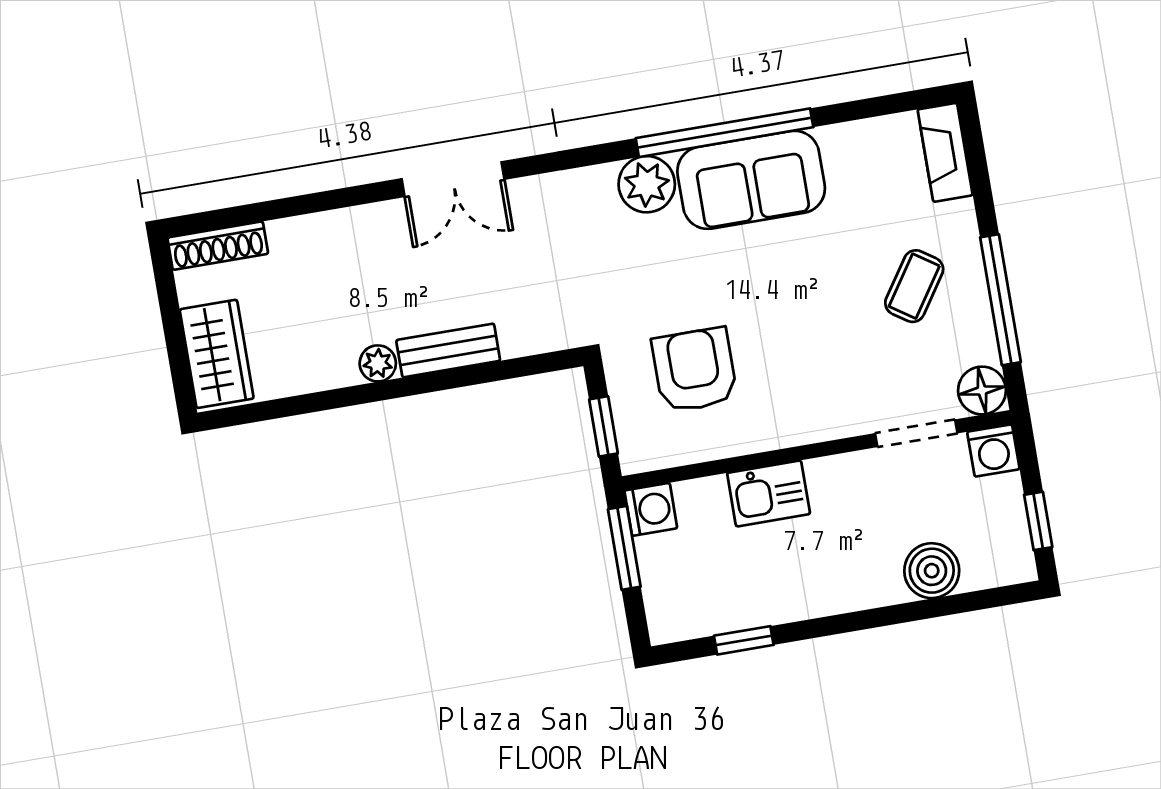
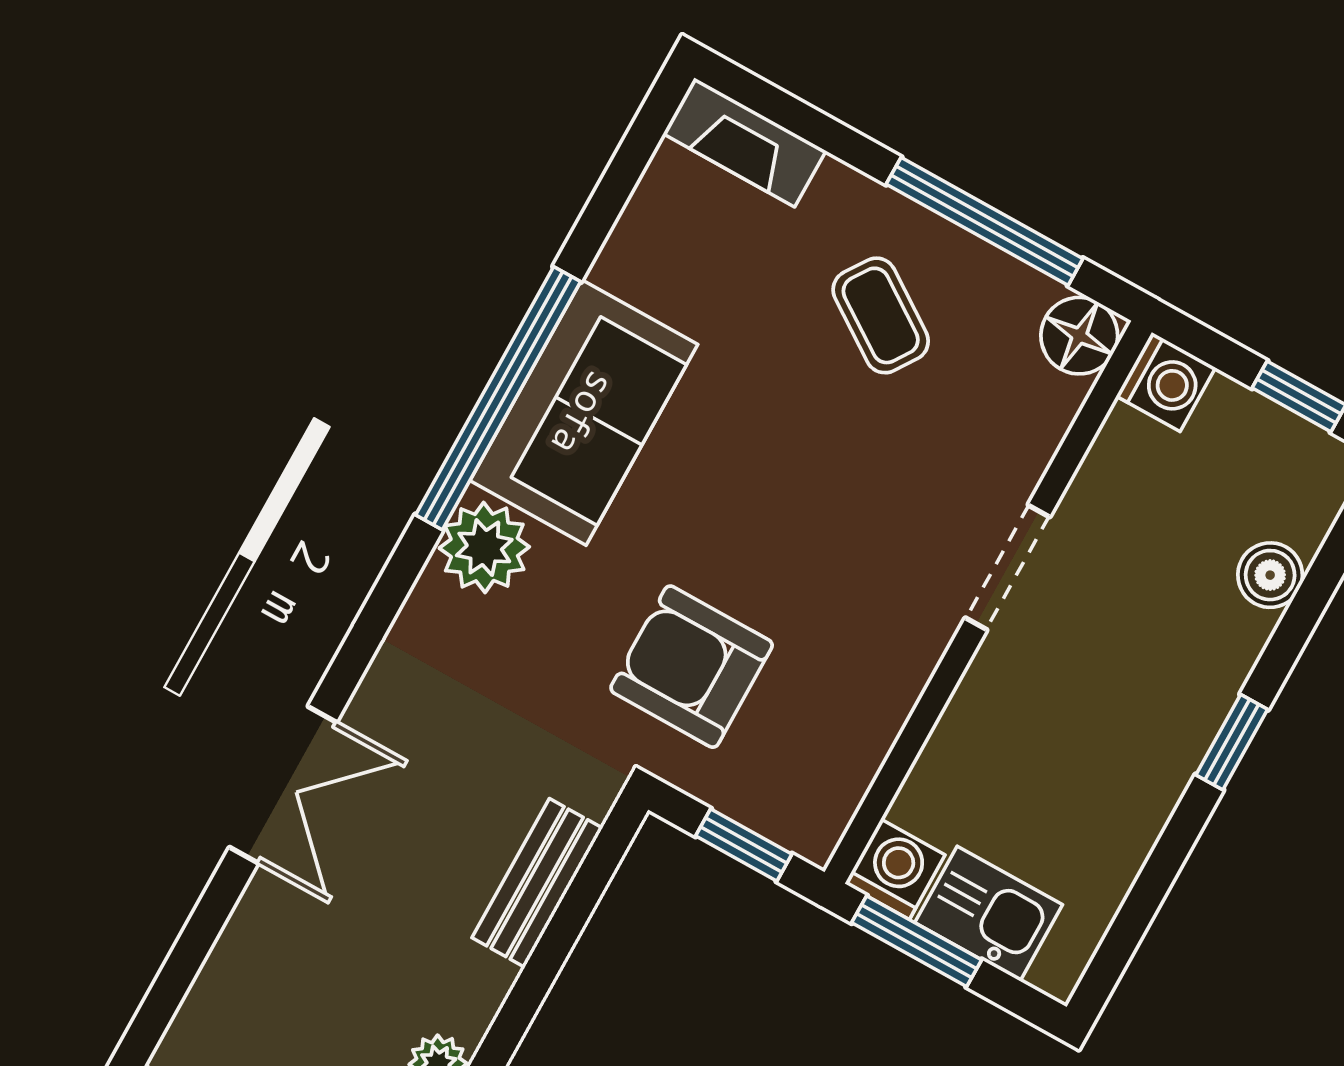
bench: (448, 350) -> (537, 883), moved
armchair: (695, 370) -> (692, 667), moved
doorway: (916, 433) -> (1007, 567), moved
kitchen sink: (769, 493) -> (989, 914), moved, turned -90
boiler: (932, 571) -> (1270, 575), width x0.73, depth x0.73
window: (744, 640) -> (1232, 742), moved

